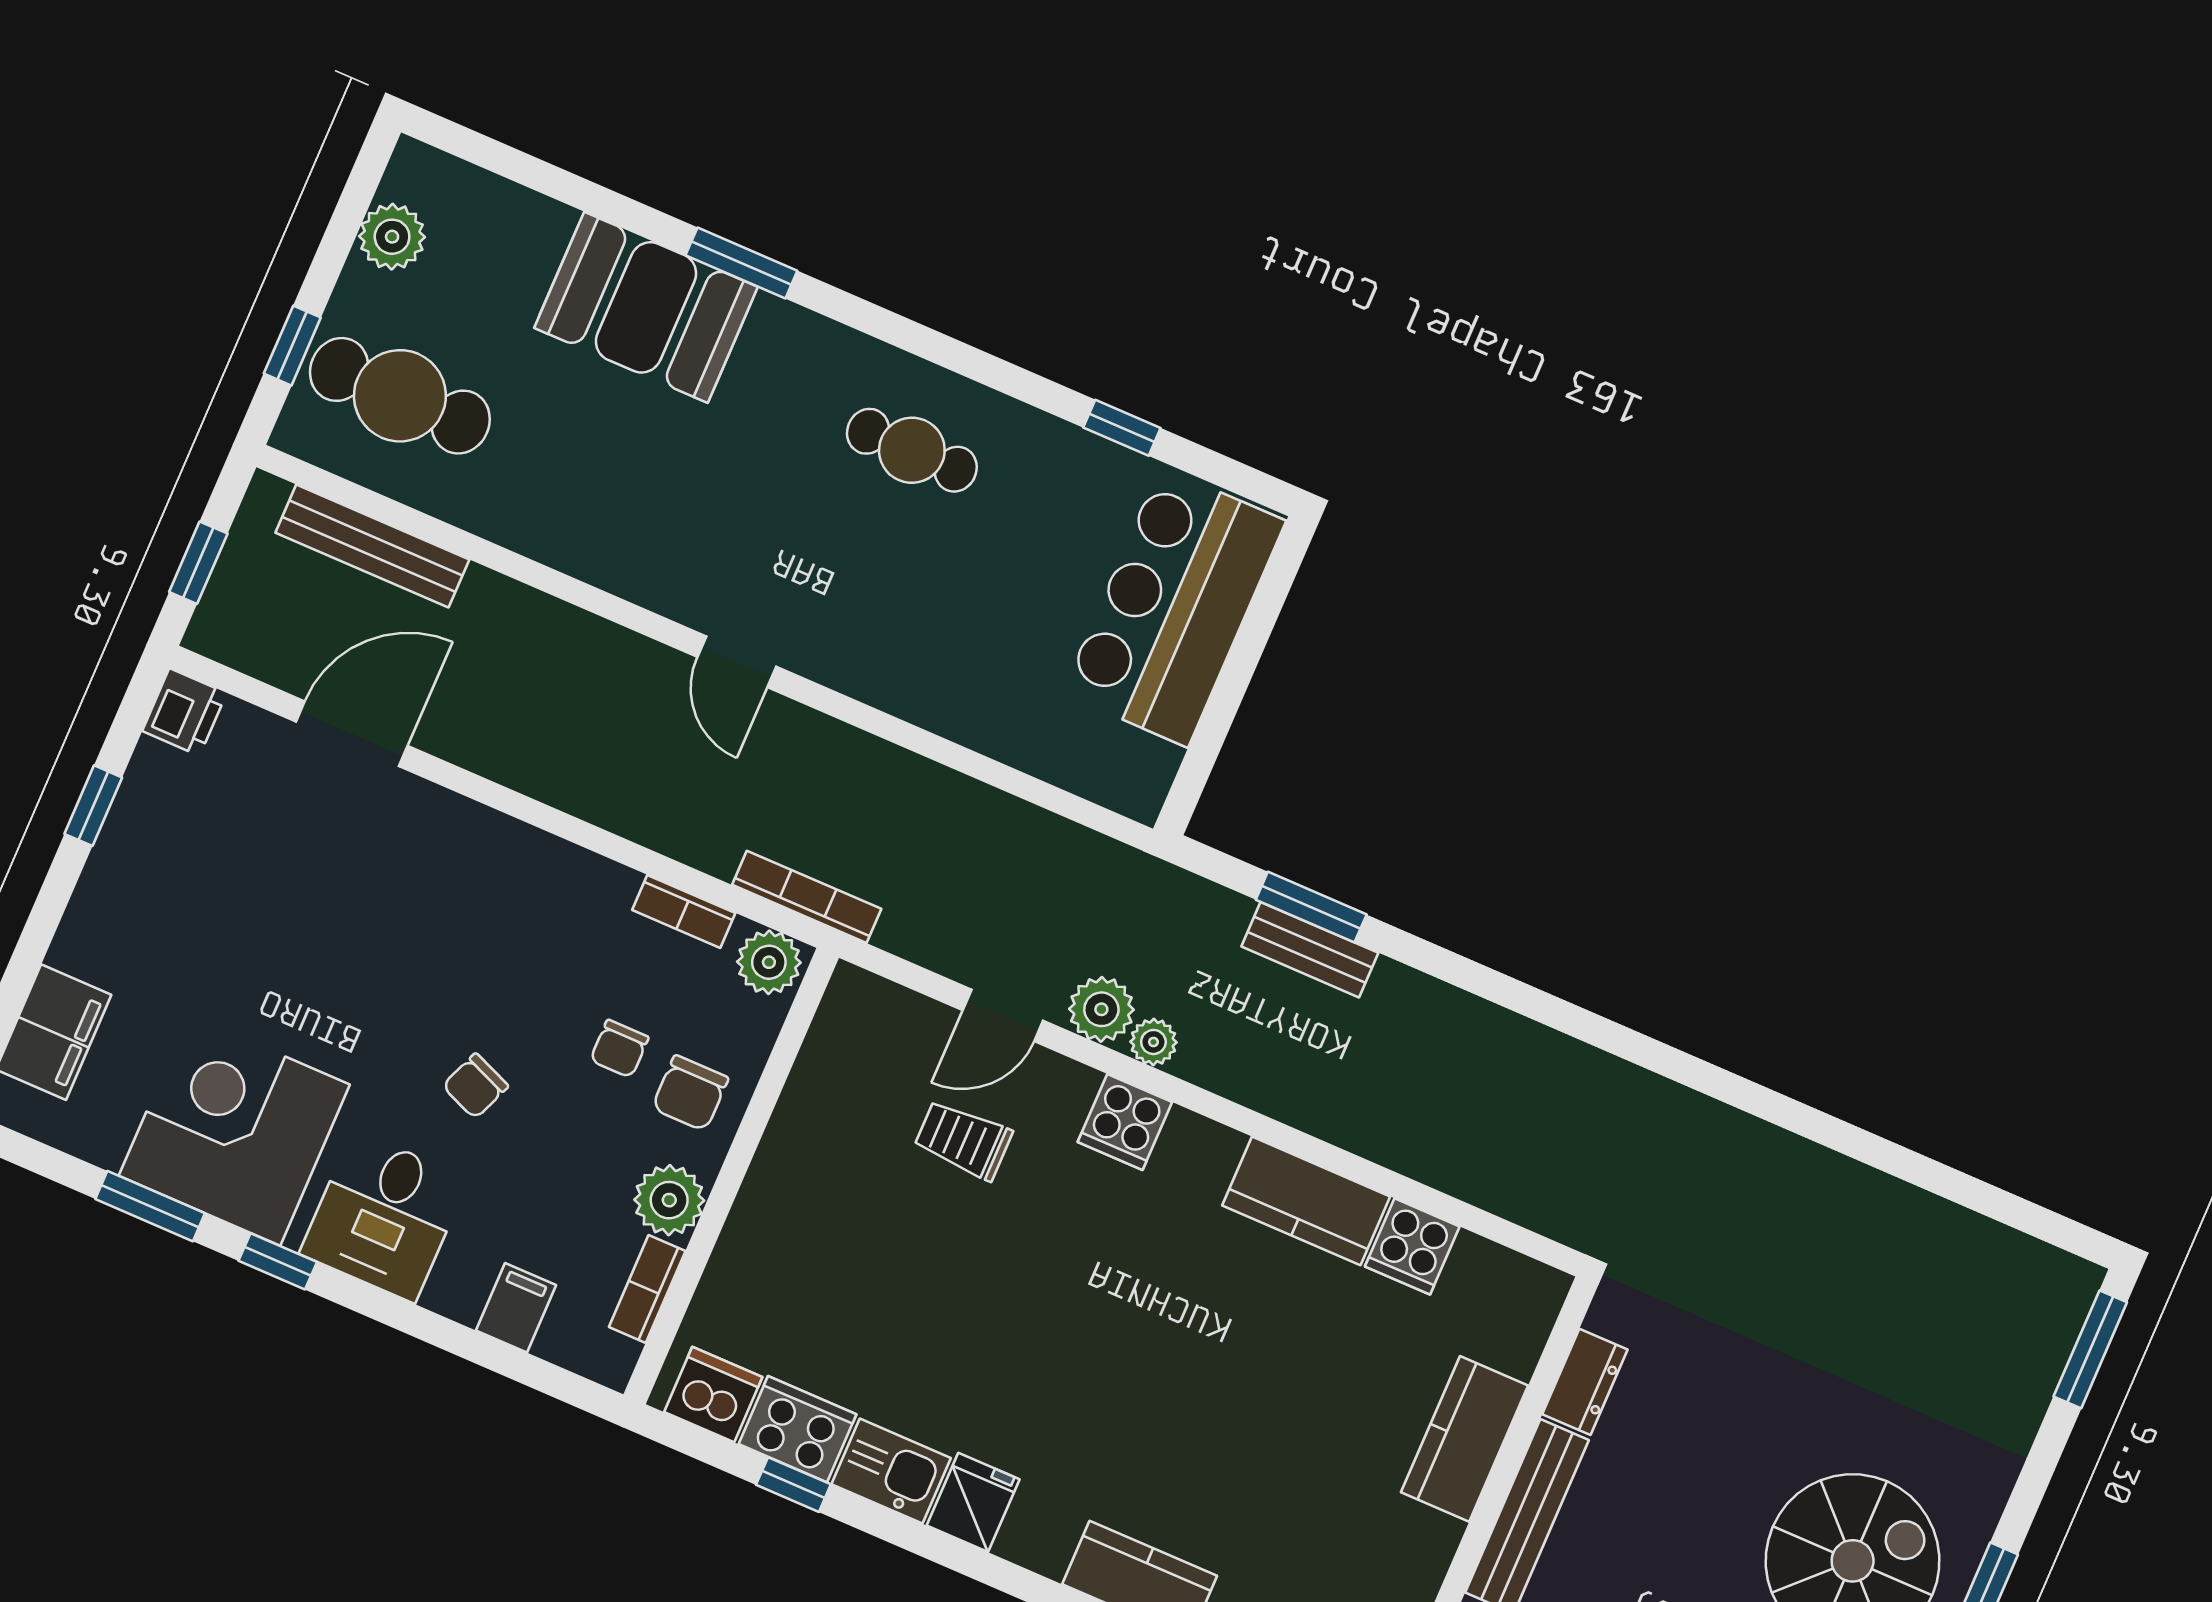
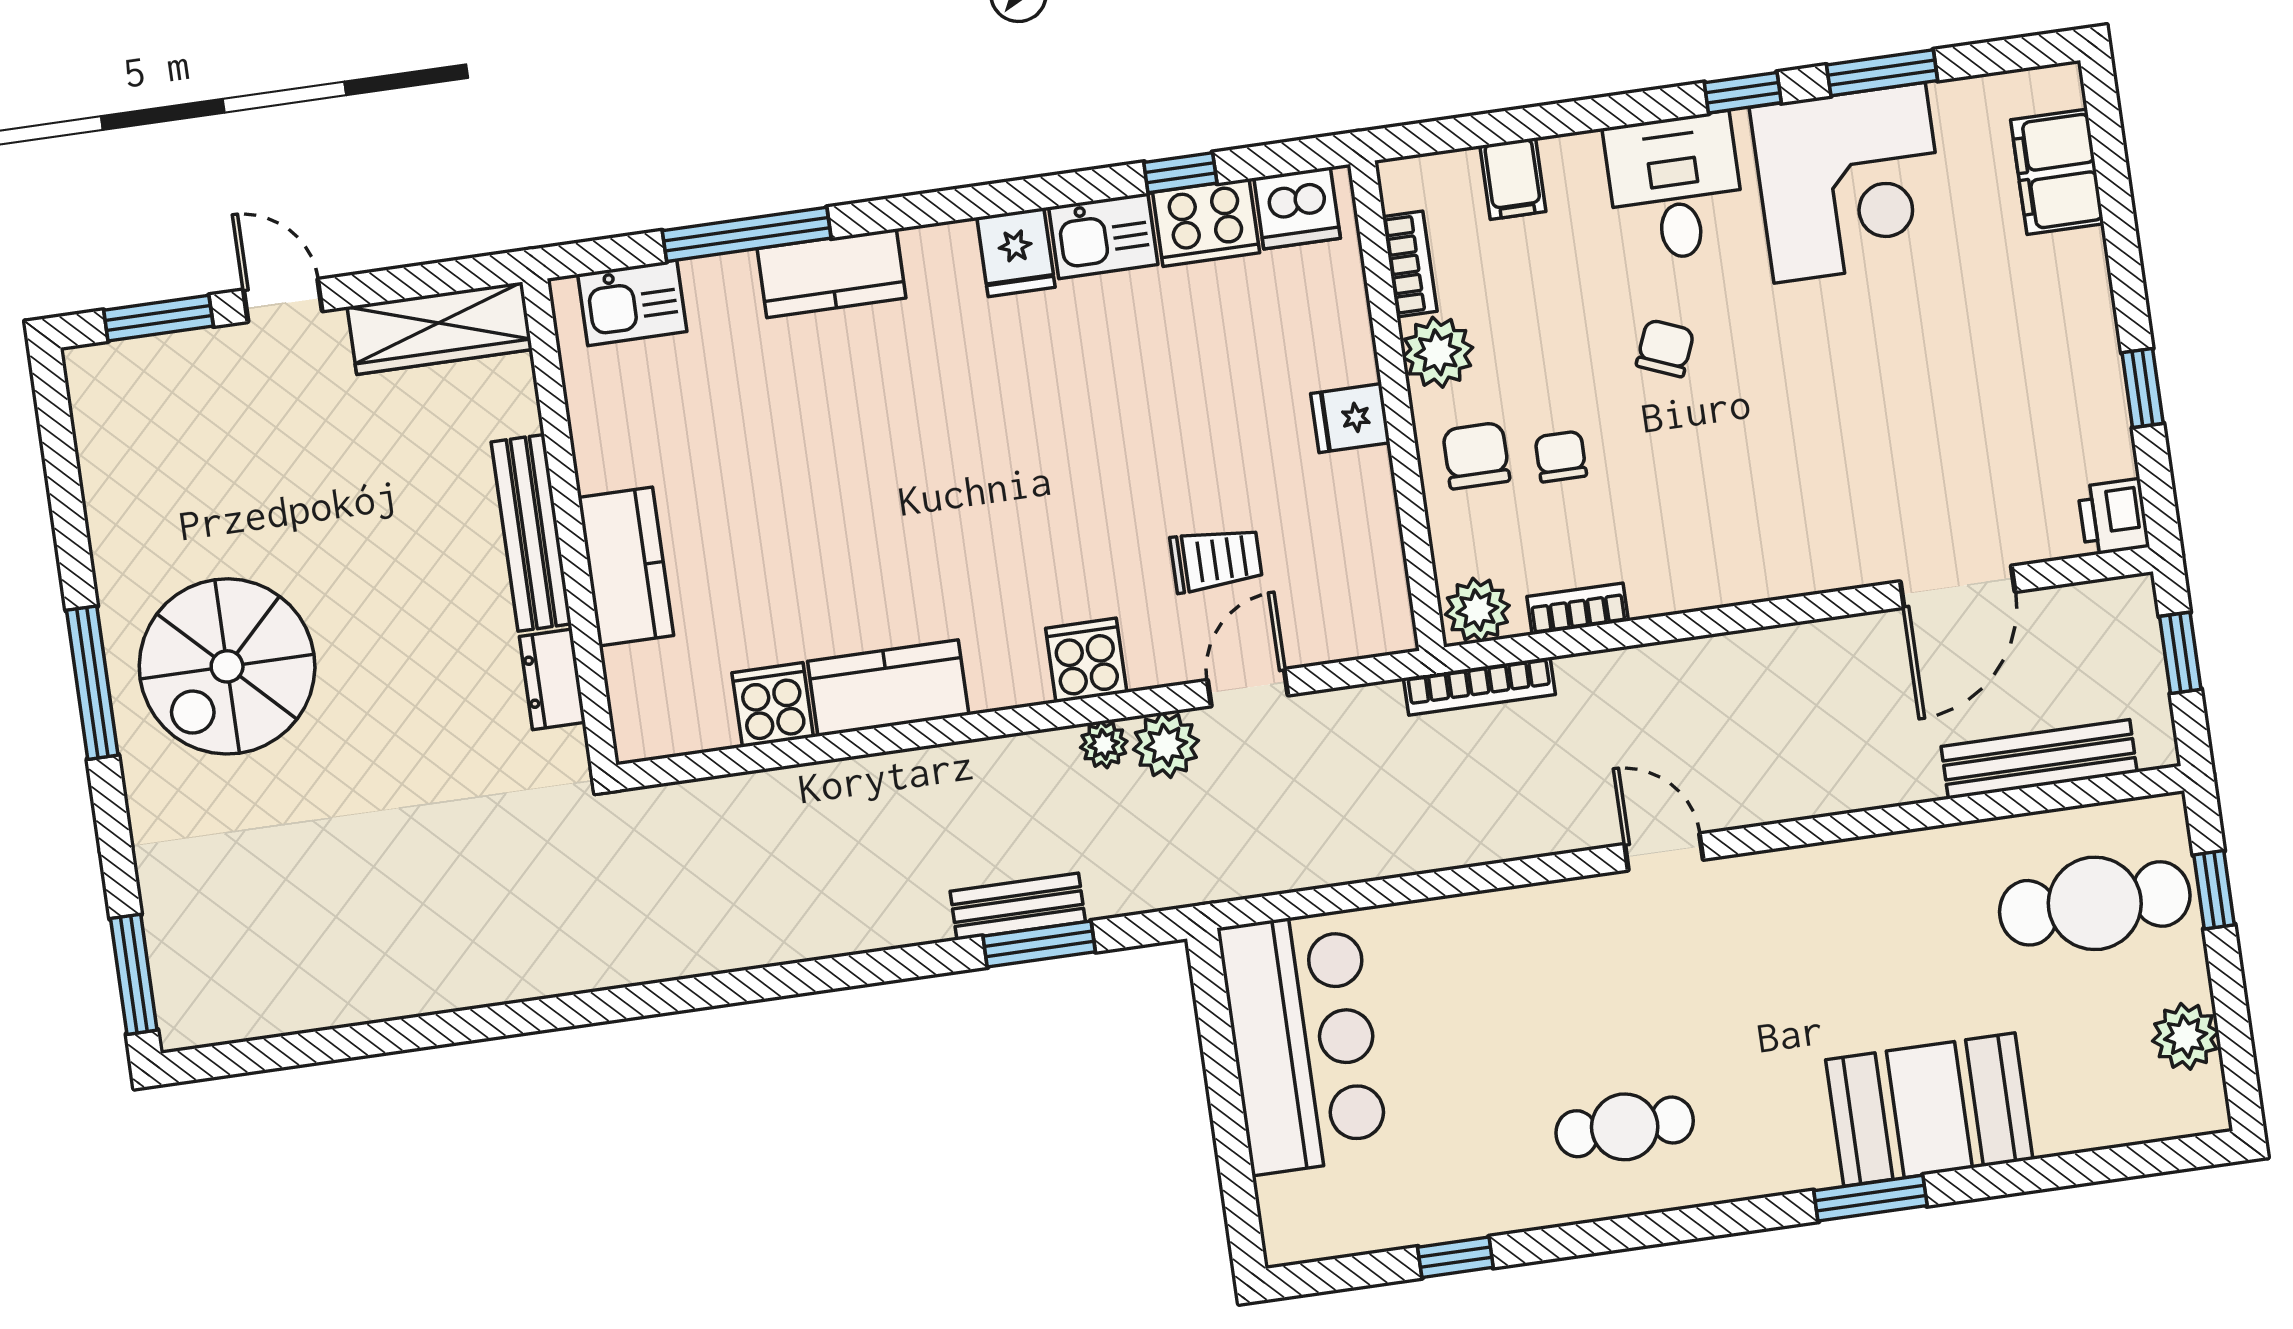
bar counter: (1174, 607) -> (1303, 1042), moved
fridge: (777, 1190) -> (1350, 418), added

